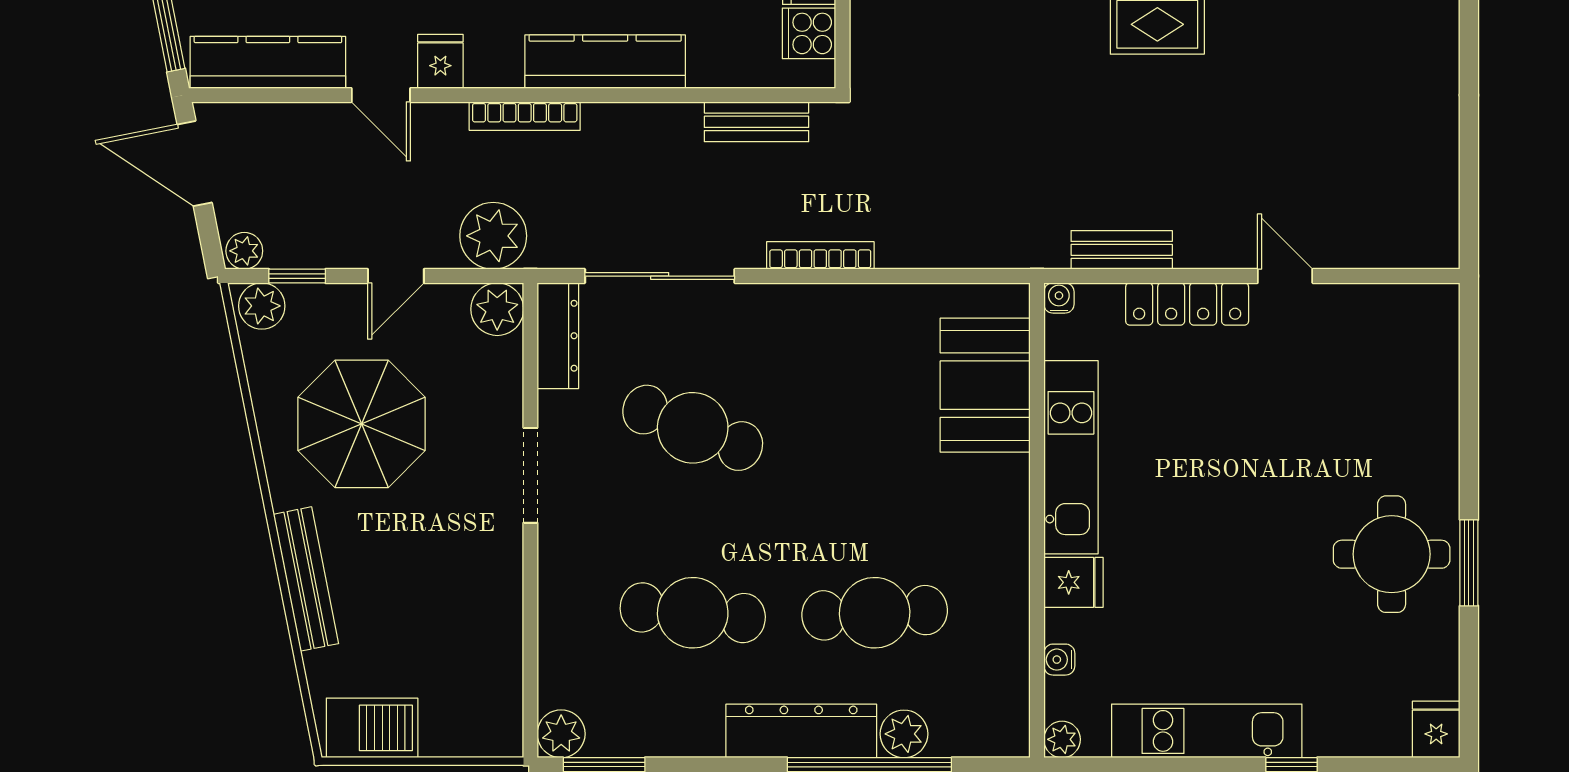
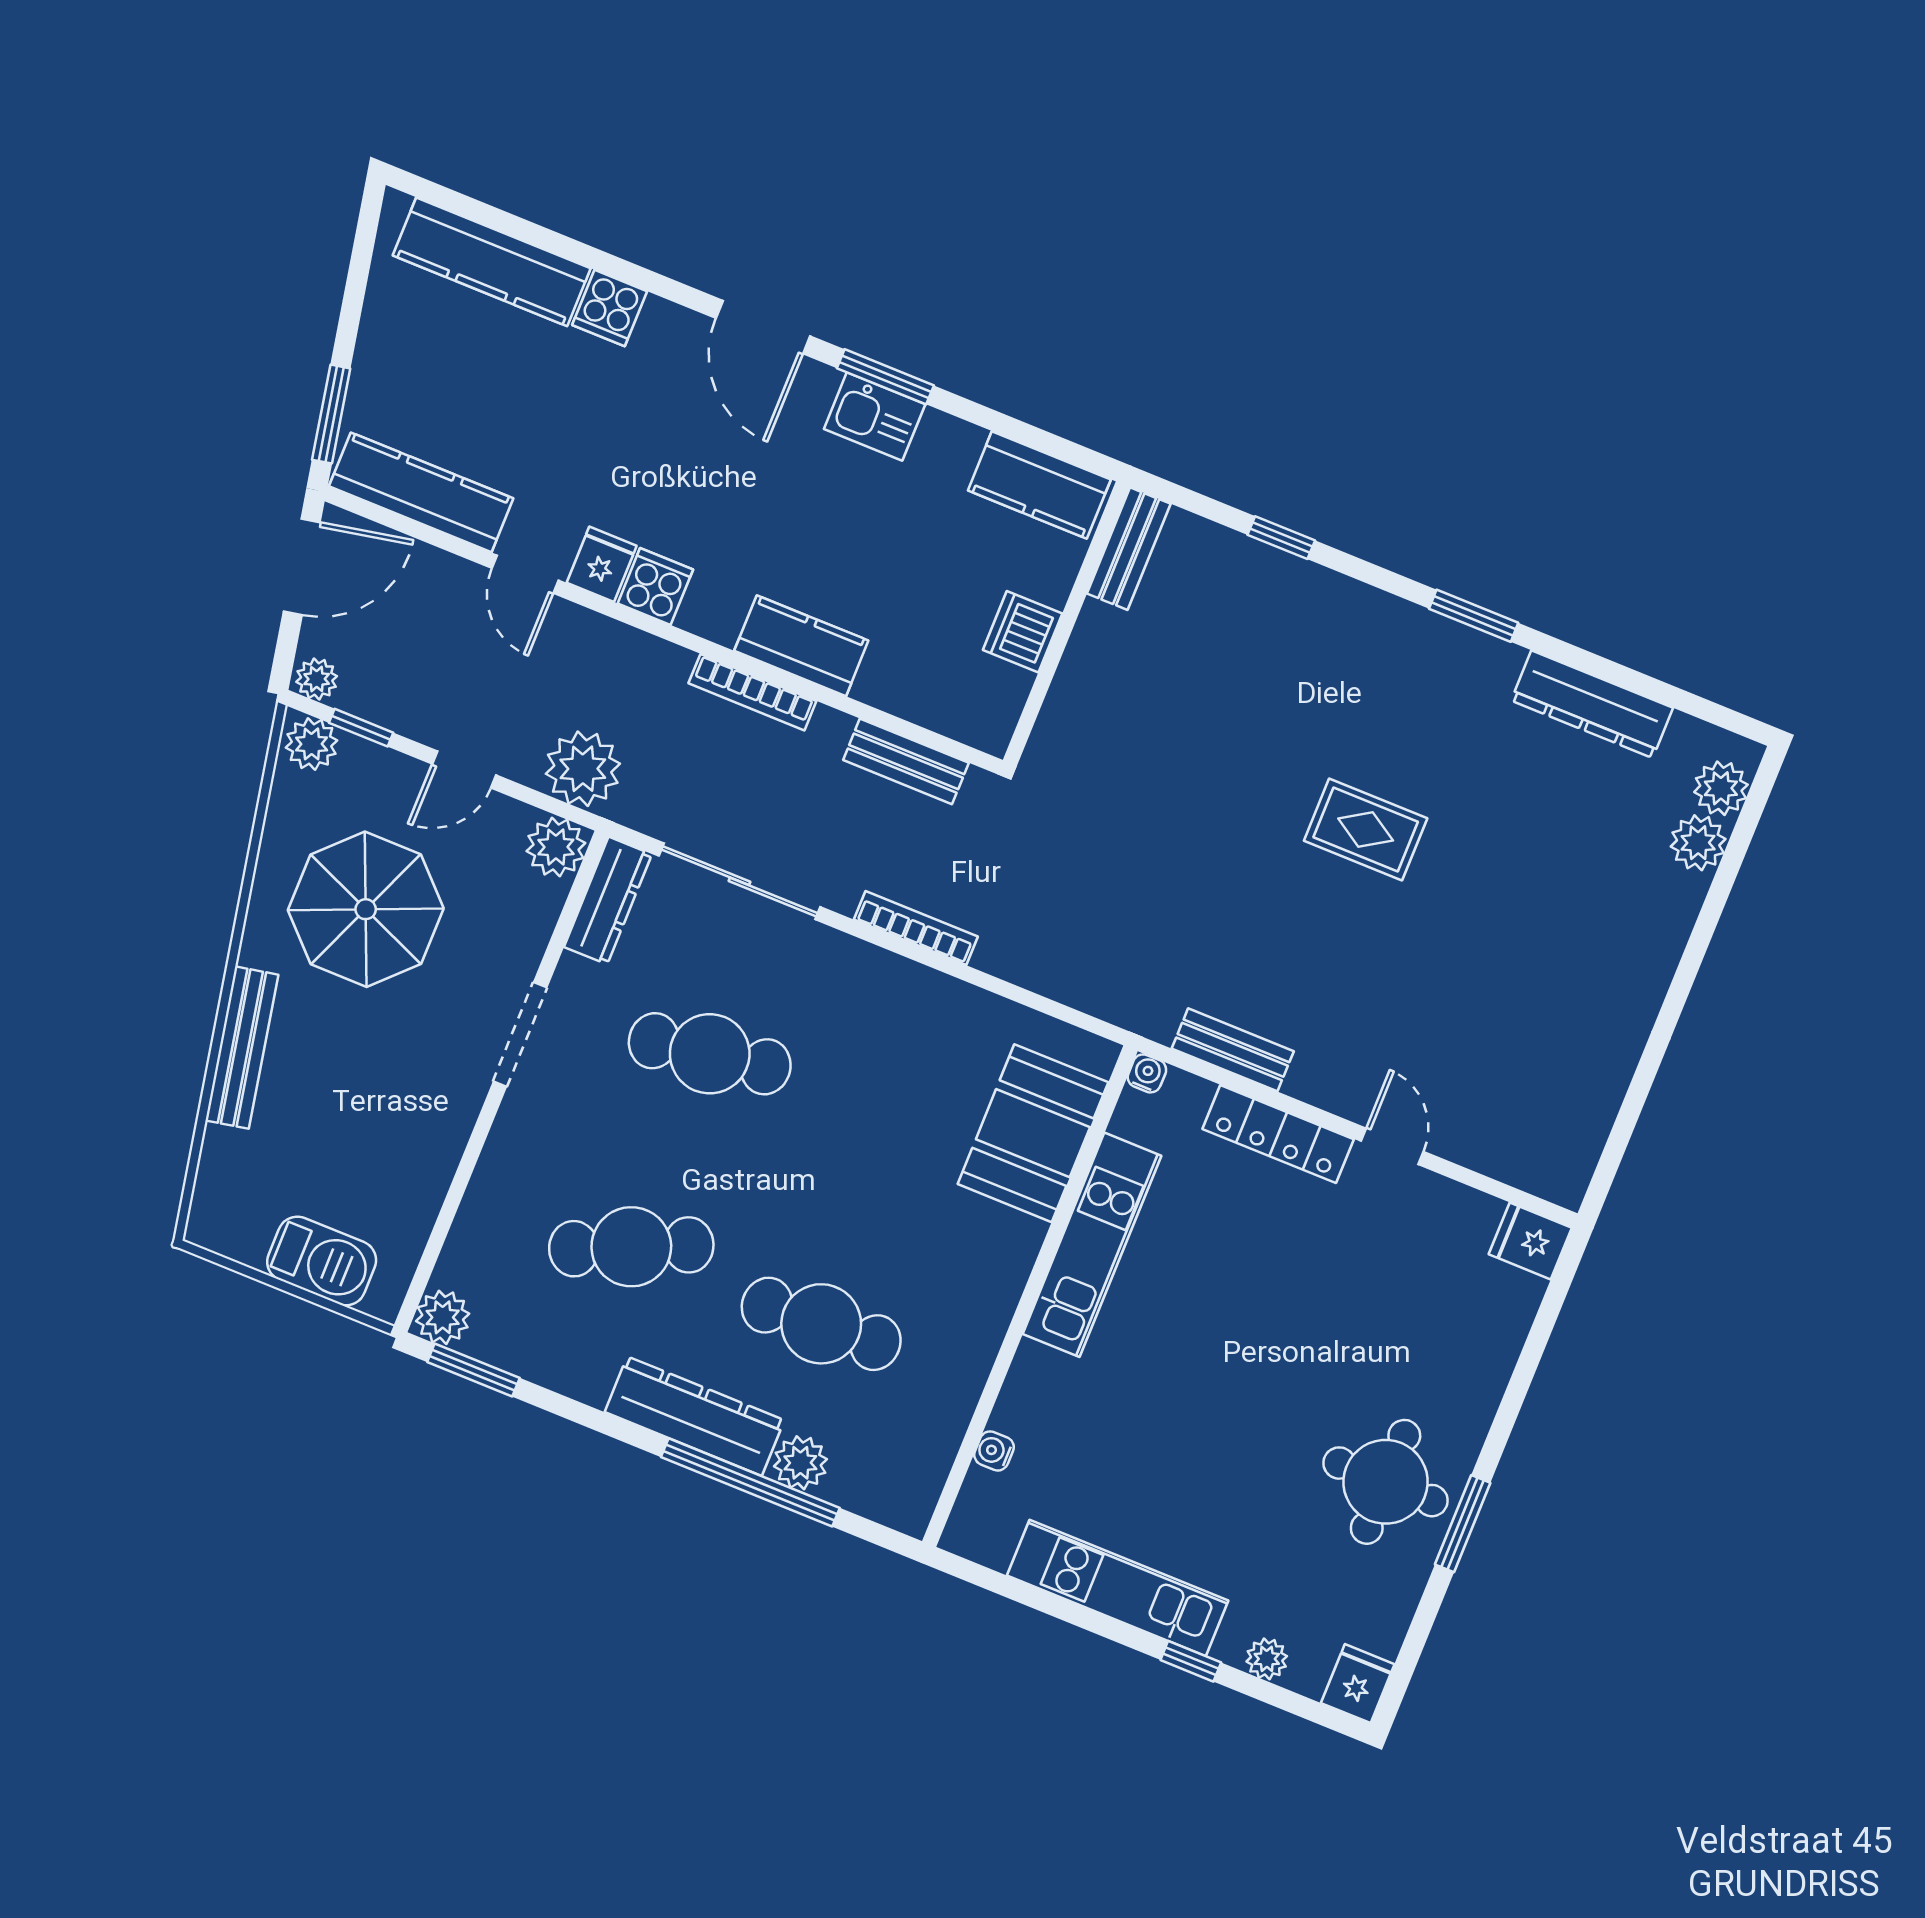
cooker: (809, 33) -> (655, 586), moved, turned 90
kitchen counter: (605, 62) -> (801, 646), width x0.67
bookcase: (525, 116) -> (752, 692), moved
door: (195, 163) -> (302, 567), swing flipped
cafe table: (693, 428) -> (710, 1054), turned -30
fridge: (1073, 582) -> (1530, 1241), moved, turned 180
cafe table: (693, 613) -> (631, 1247), turned -30
barbecue: (372, 728) -> (322, 1261), moved
plant: (1062, 739) -> (1267, 1659), moved

